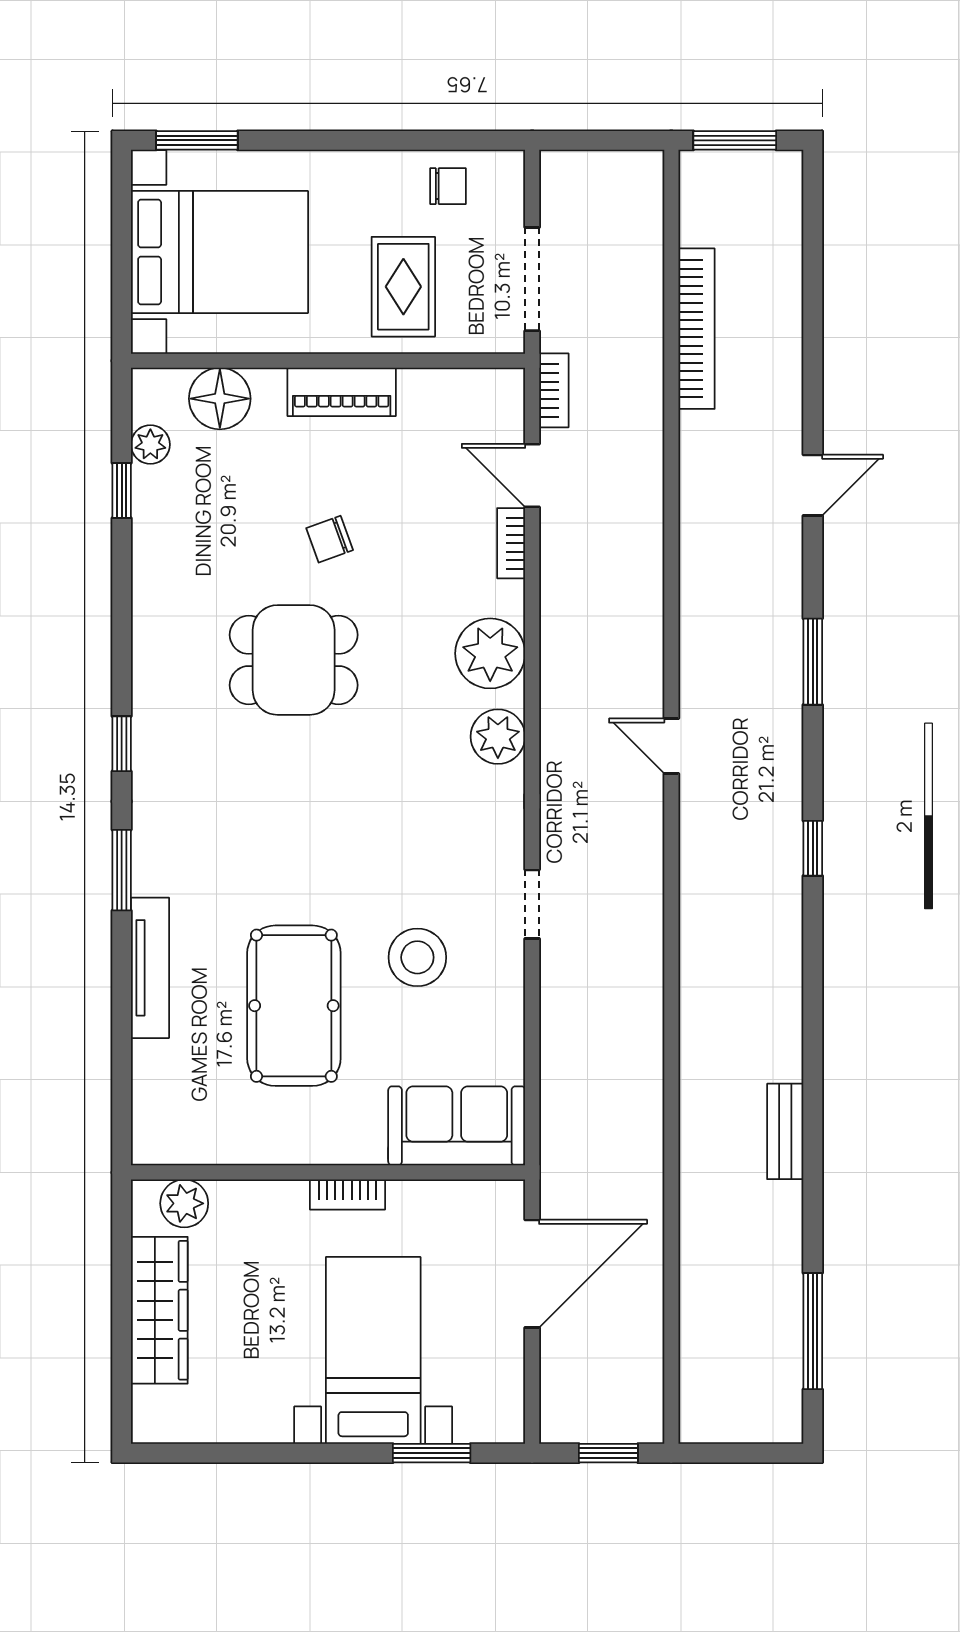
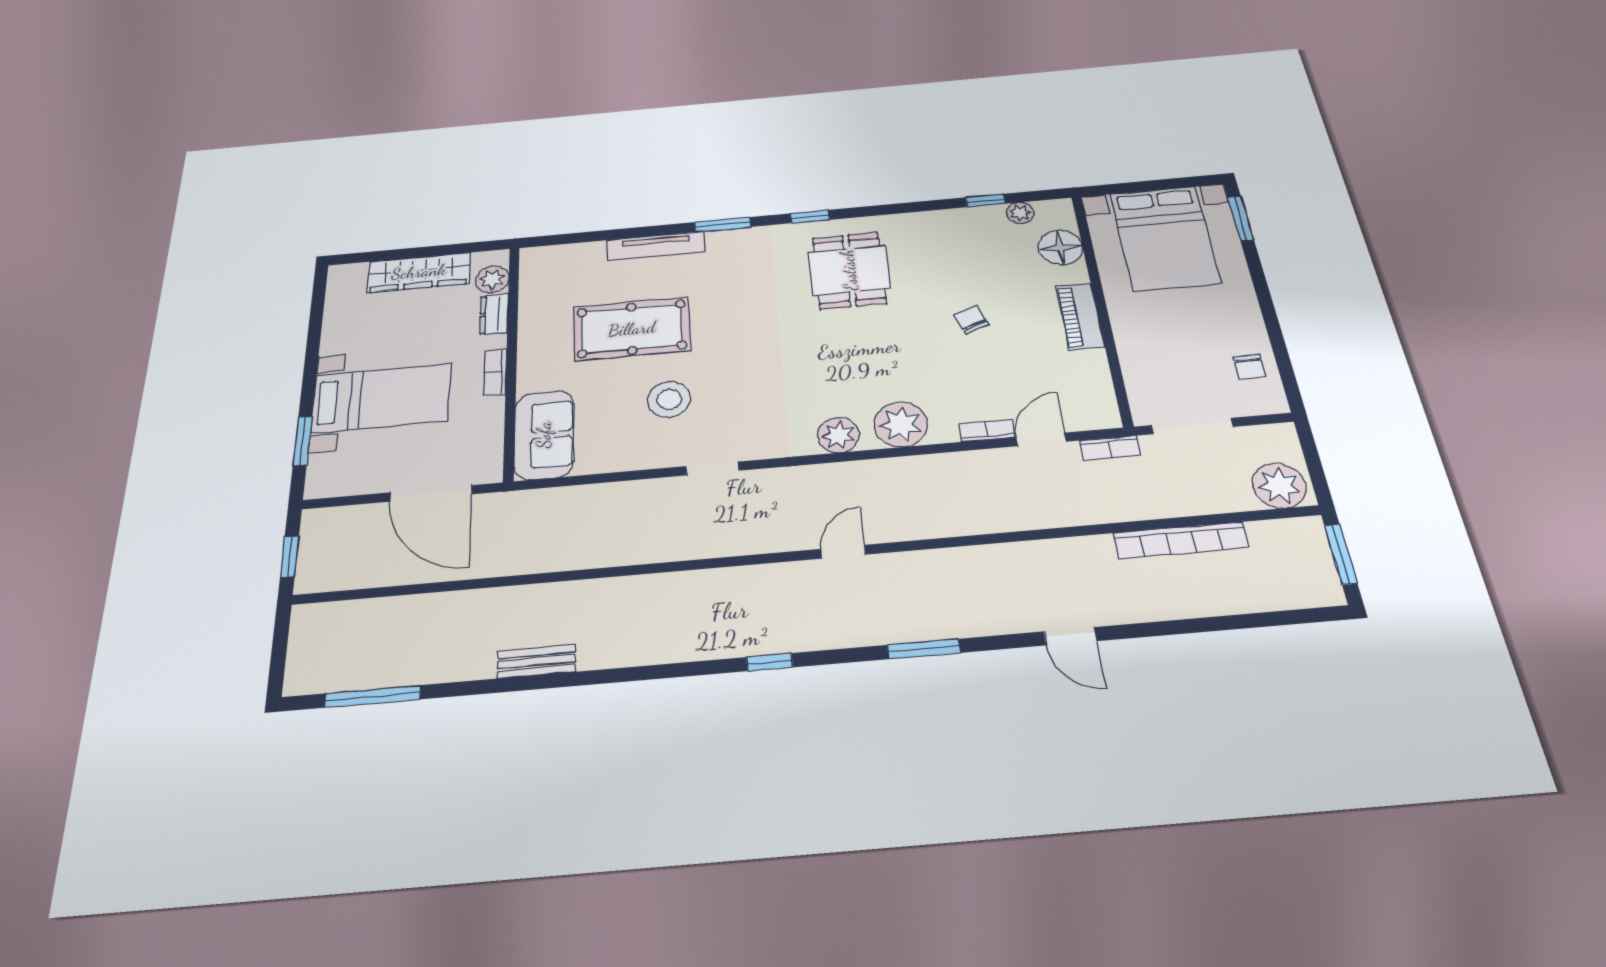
plant: (632, 191) -> (1279, 486), added
rug: (403, 287) -> (1167, 346), removed
dining table: (294, 660) -> (849, 270), moved
dresser: (247, 1199) -> (494, 314), added

